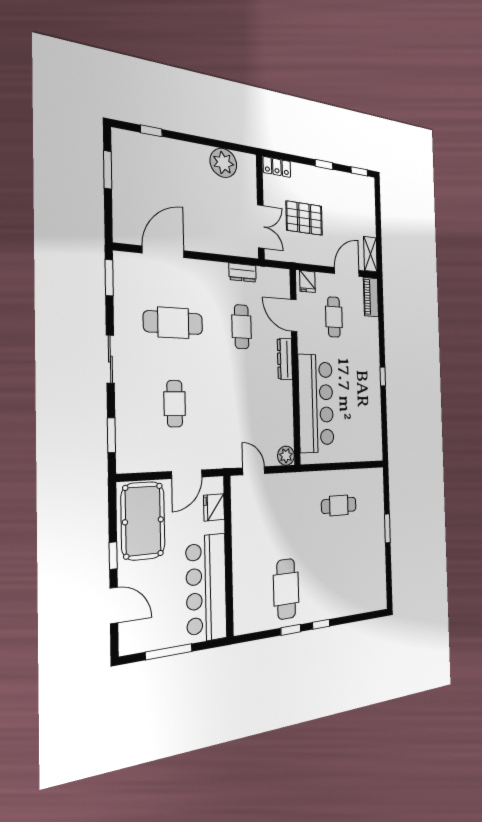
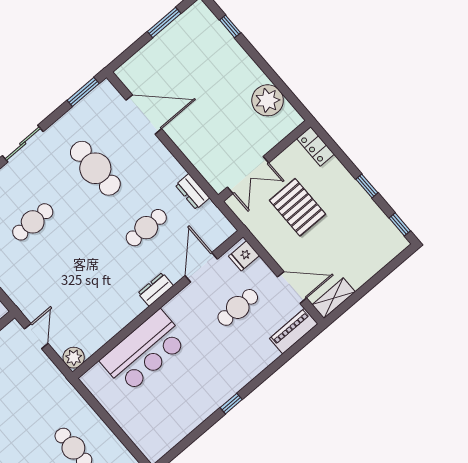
dresser: (285, 359) -> (156, 289), width x0.70
bar counter: (316, 403) -> (144, 351), width x0.73

